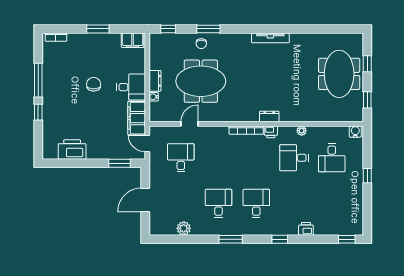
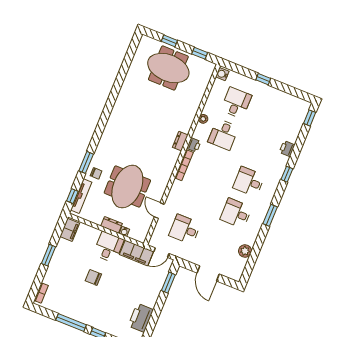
tv unit: (270, 38) -> (81, 196), moved
desk: (332, 158) -> (236, 103), turned -90

